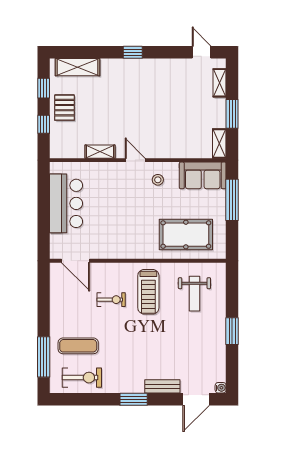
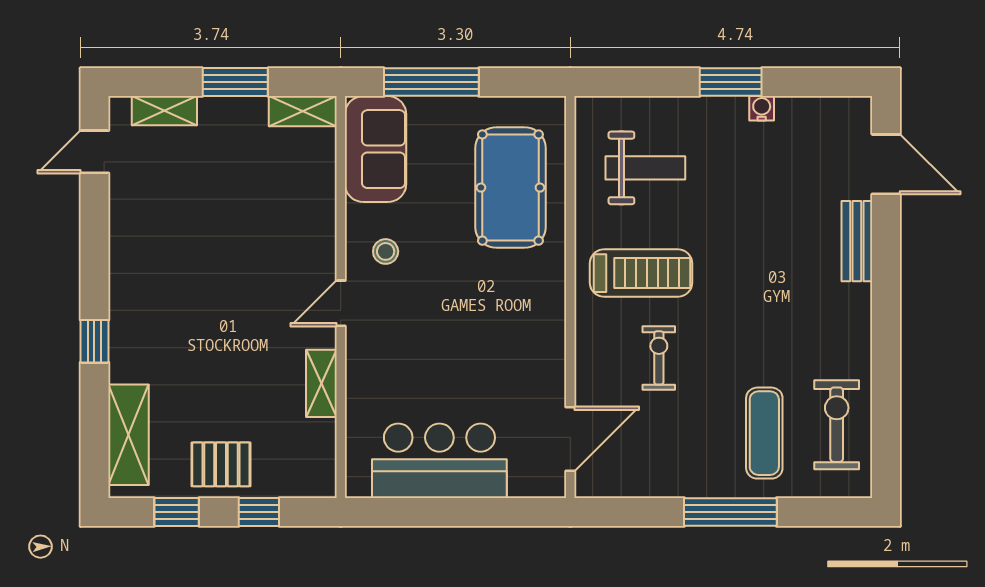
window: (133, 52) -> (94, 341), moved
window: (44, 357) -> (730, 512), moved
water cooler: (221, 388) -> (762, 108), moved
window: (134, 399) -> (886, 307), removed

